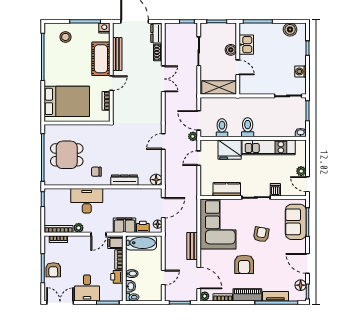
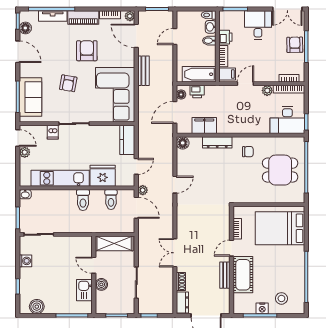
nightstand: (104, 28) -> (262, 308), moved
bench: (117, 54) -> (225, 275), width x0.73
kitchen counter: (227, 189) -> (127, 140), moved, turned 90
desk: (87, 201) -> (287, 120), moved
filing cabinet: (124, 225) -> (204, 126), moved, turned 180

